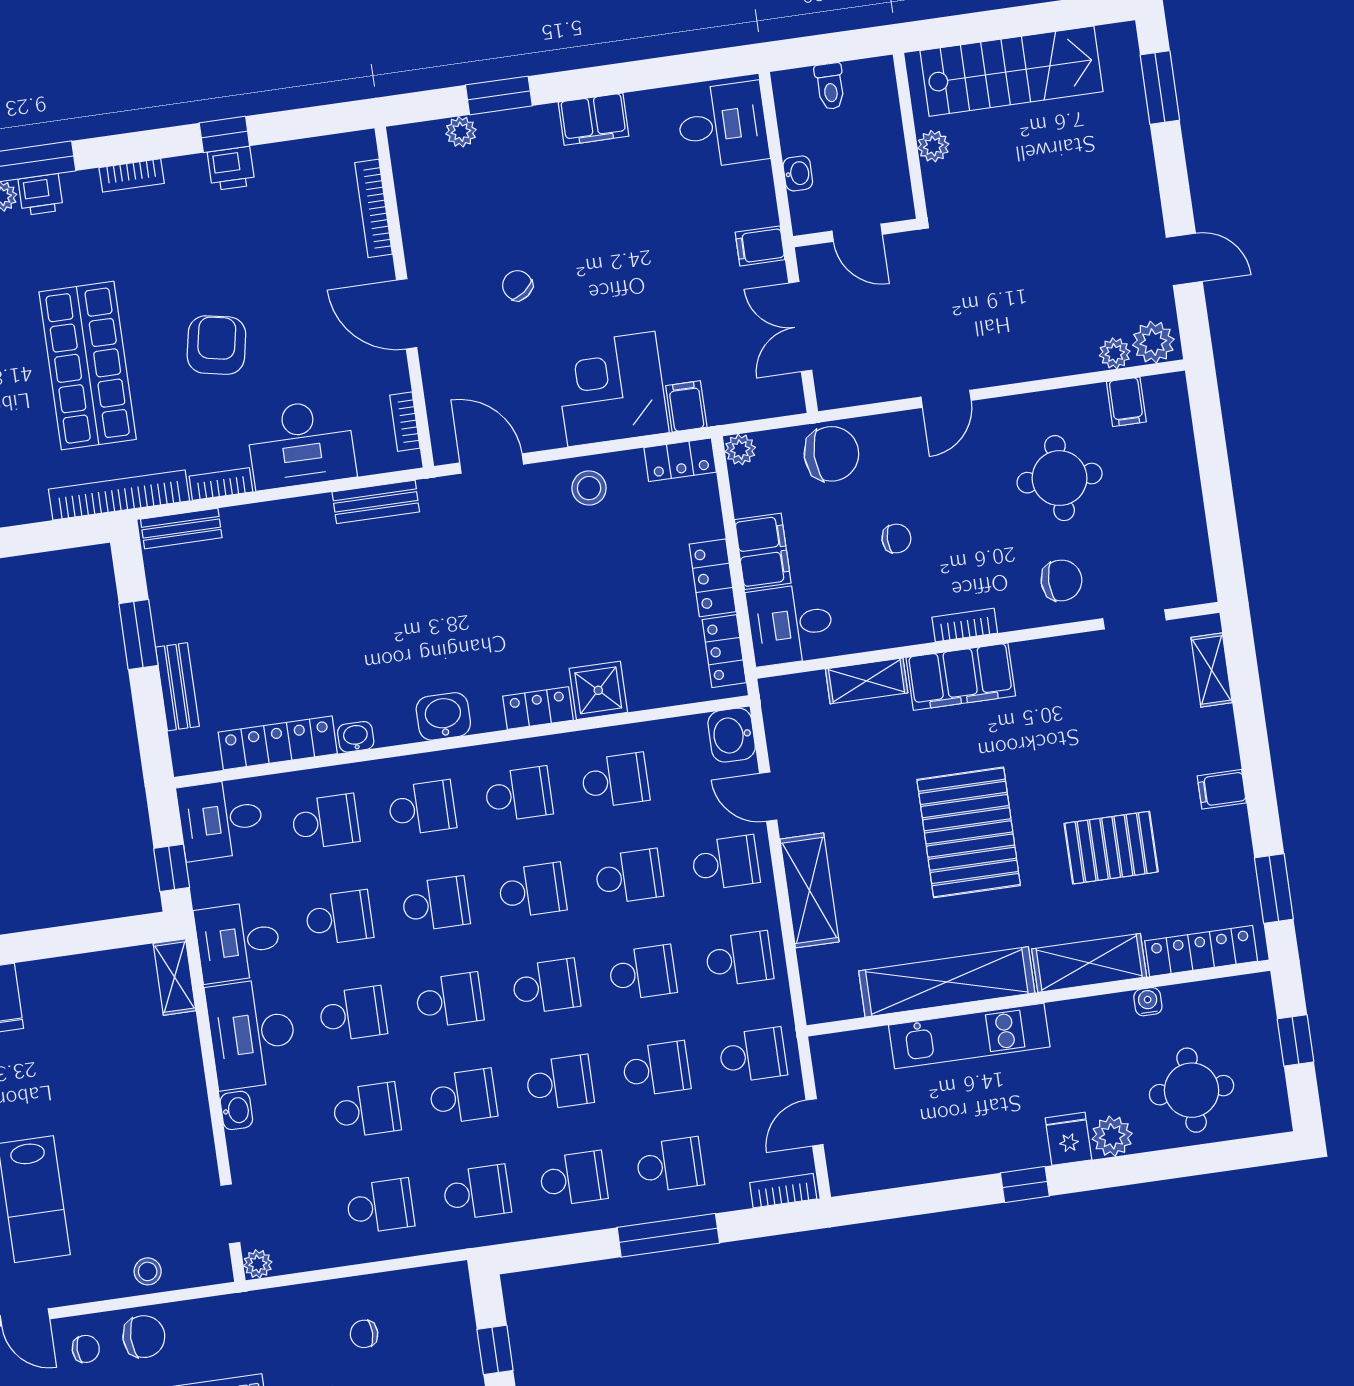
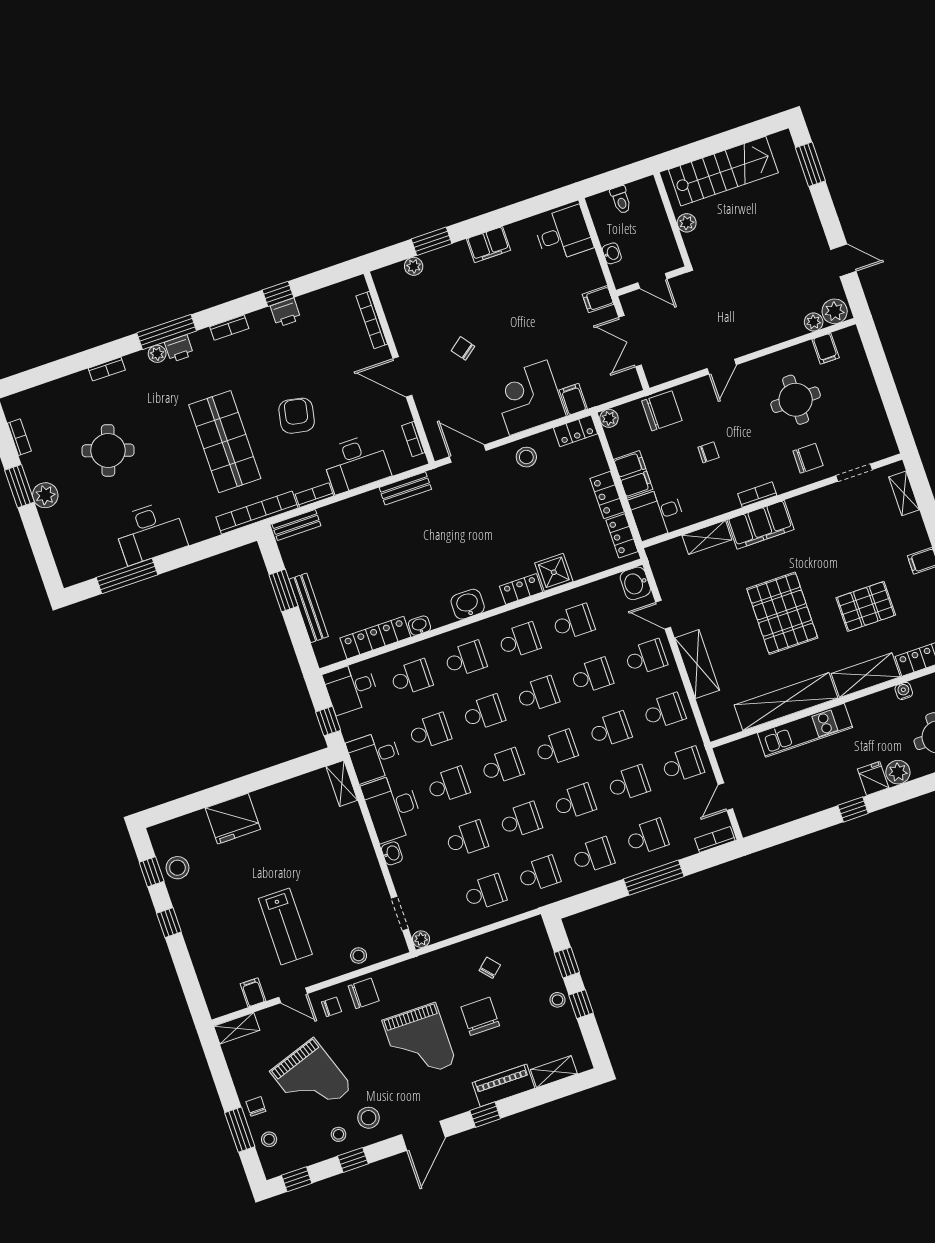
bench: (177, 687) -> (309, 608), width x1.36
chair: (364, 1334) -> (490, 968), turned 139

